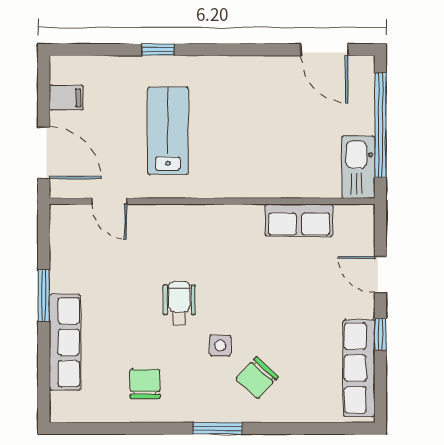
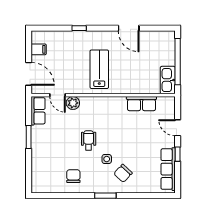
door: (324, 50) -> (129, 28), moved
lab bench: (168, 131) -> (99, 69), moved
plant: (144, 219) -> (73, 103), added
row of seats: (65, 342) -> (38, 111), moved, width x0.68

